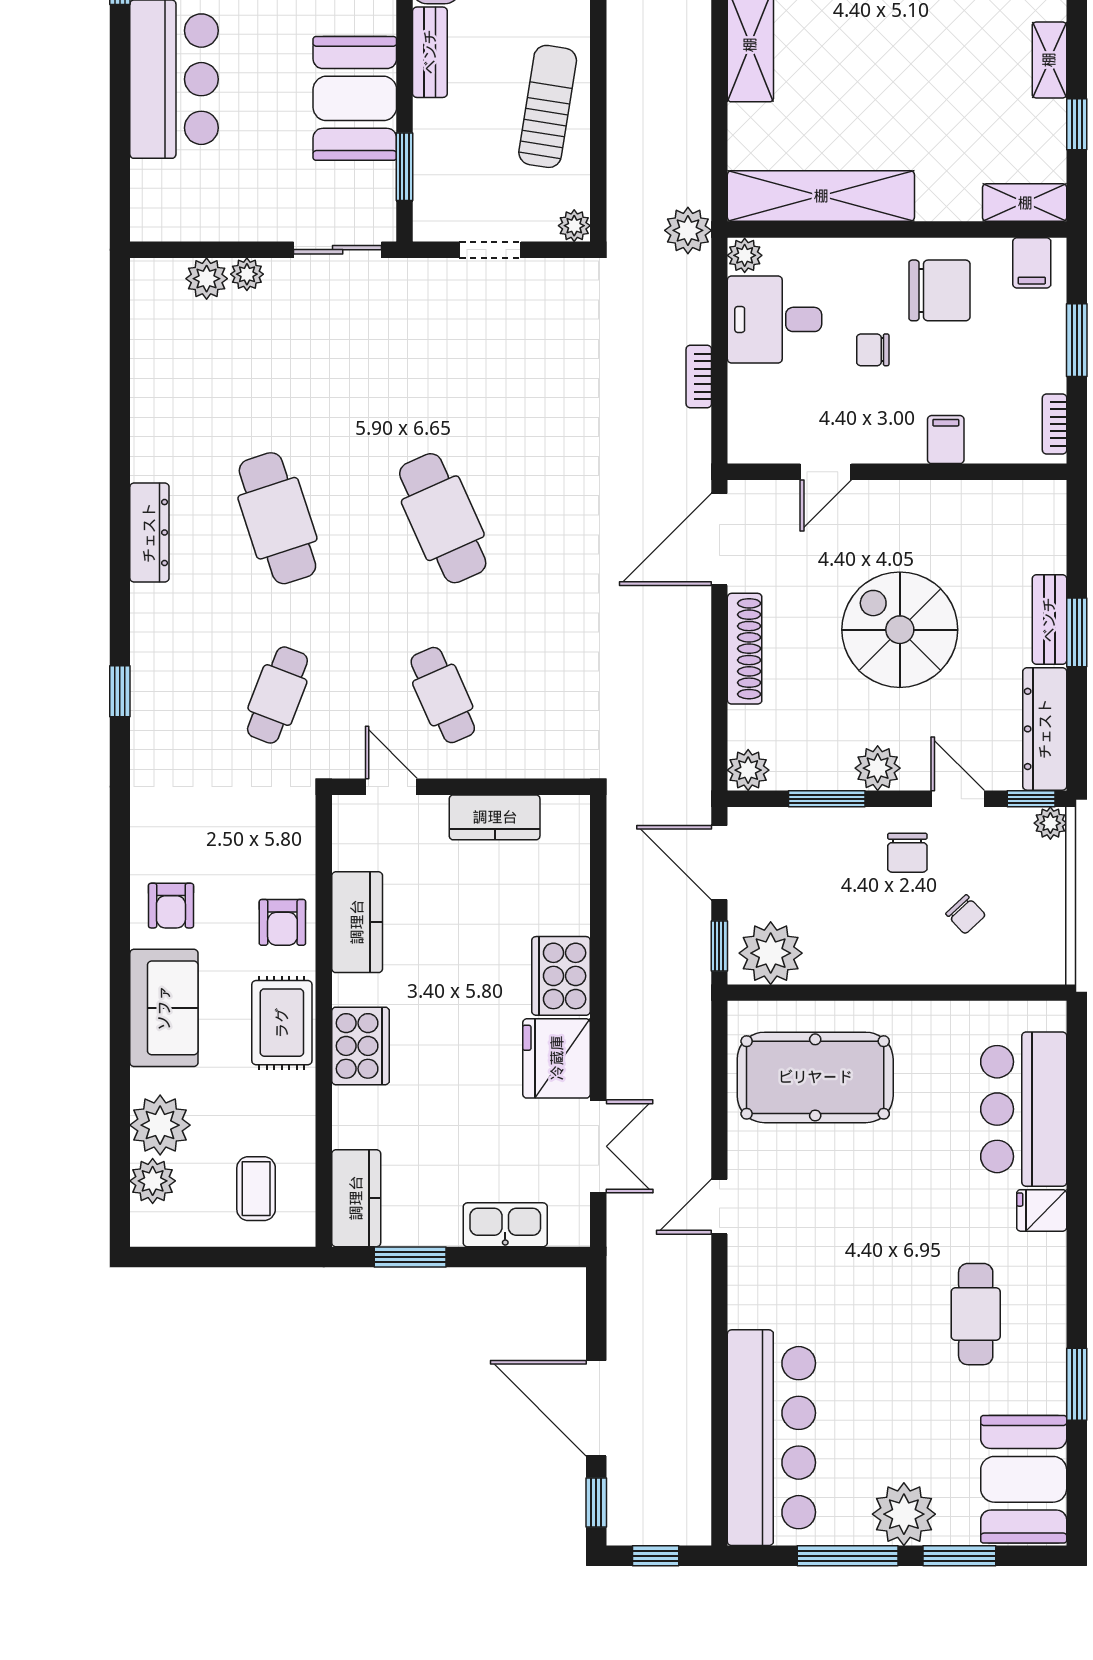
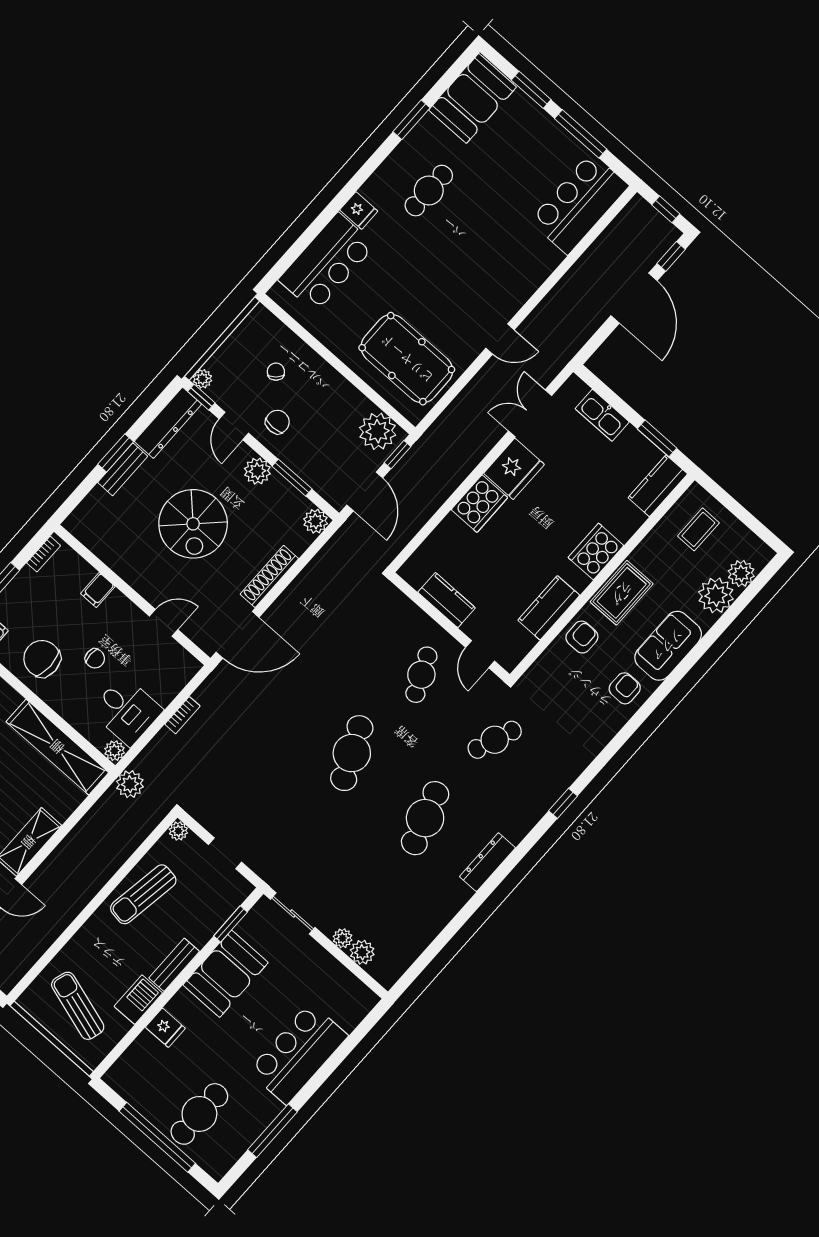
bar counter: (771, 1438) -> (579, 203), width x0.73
plant: (904, 1514) -> (539, 130), removed

